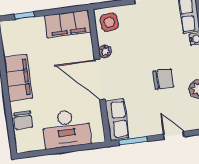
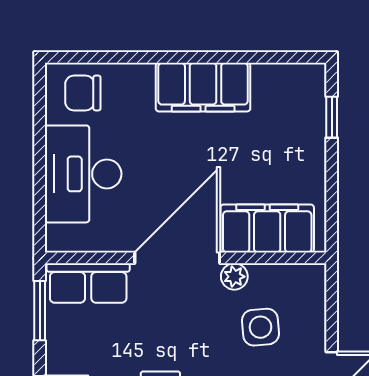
side table: (109, 22) -> (260, 327), moved
filing cabinet: (68, 24) -> (267, 229), moved, turned 90
chair: (23, 120) -> (83, 93), moved

